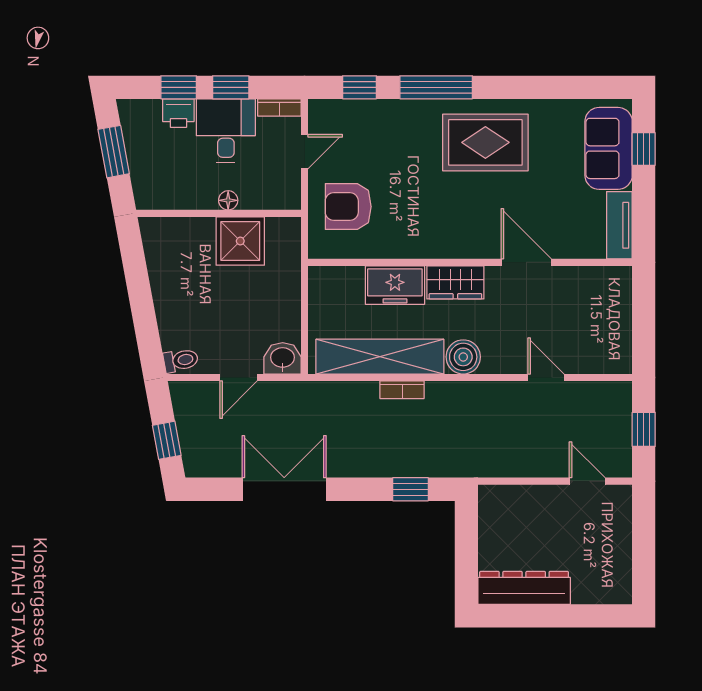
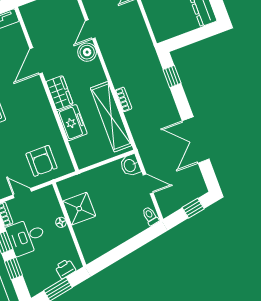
printer: (178, 113) -> (65, 269), moved, turned -100
boiler: (463, 357) -> (87, 52), moved

